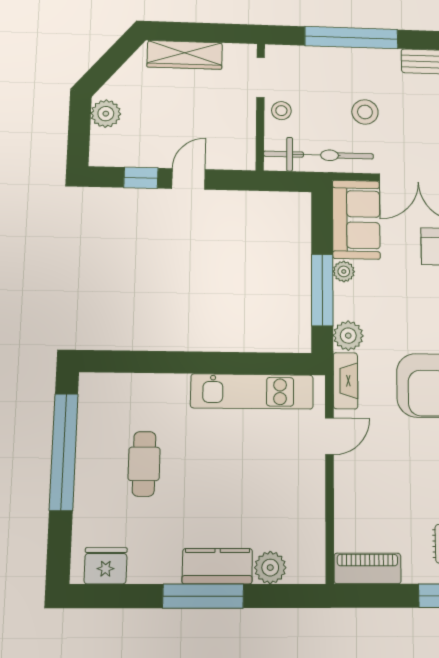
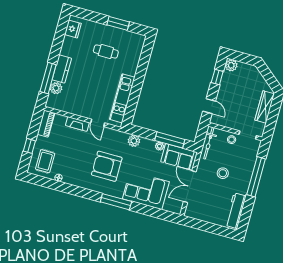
plant: (106, 114) -> (231, 65), moved
bicycle: (319, 155) -> (209, 143), width x0.73, depth x0.71
door: (188, 179) -> (209, 106), moved
window: (322, 290) -> (170, 140), moved
fireplace: (345, 381) -> (77, 124), moved
window: (64, 452) -> (118, 23), width x0.47
window: (203, 596) -> (48, 78), moved

